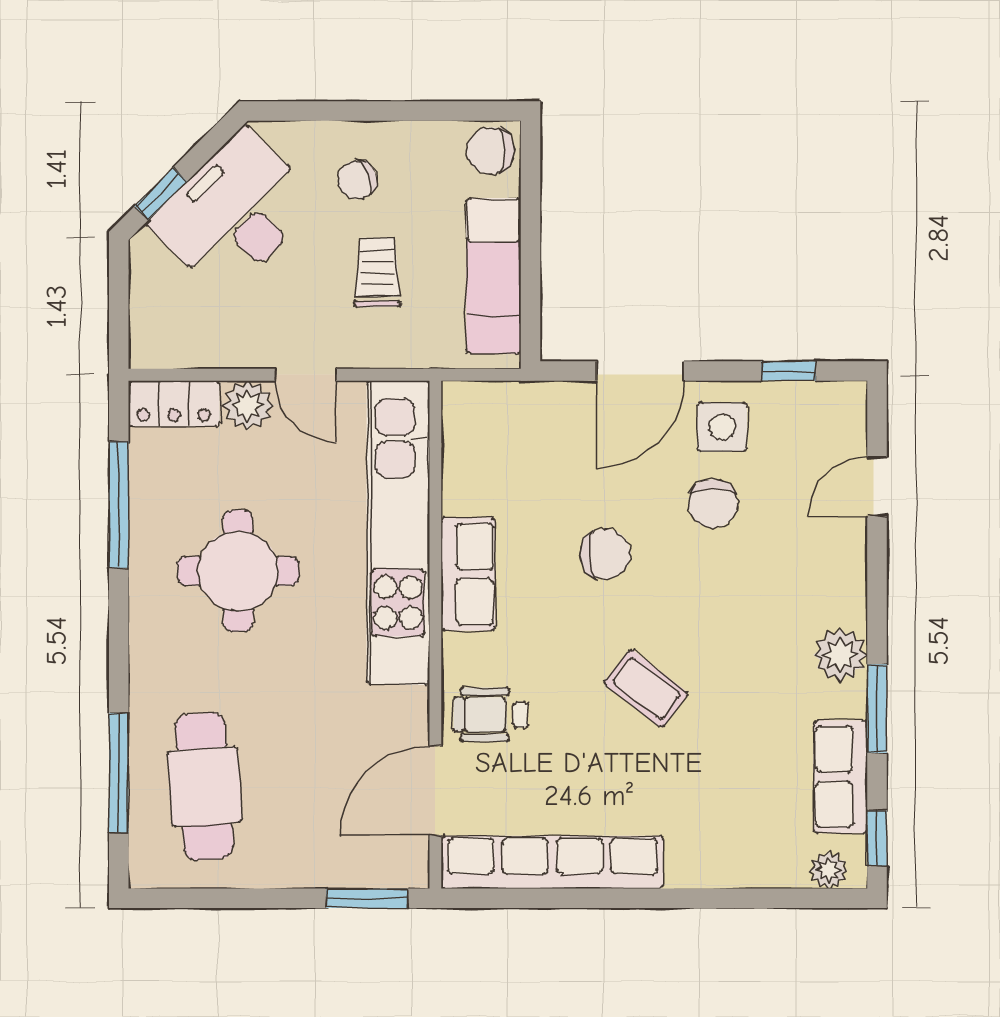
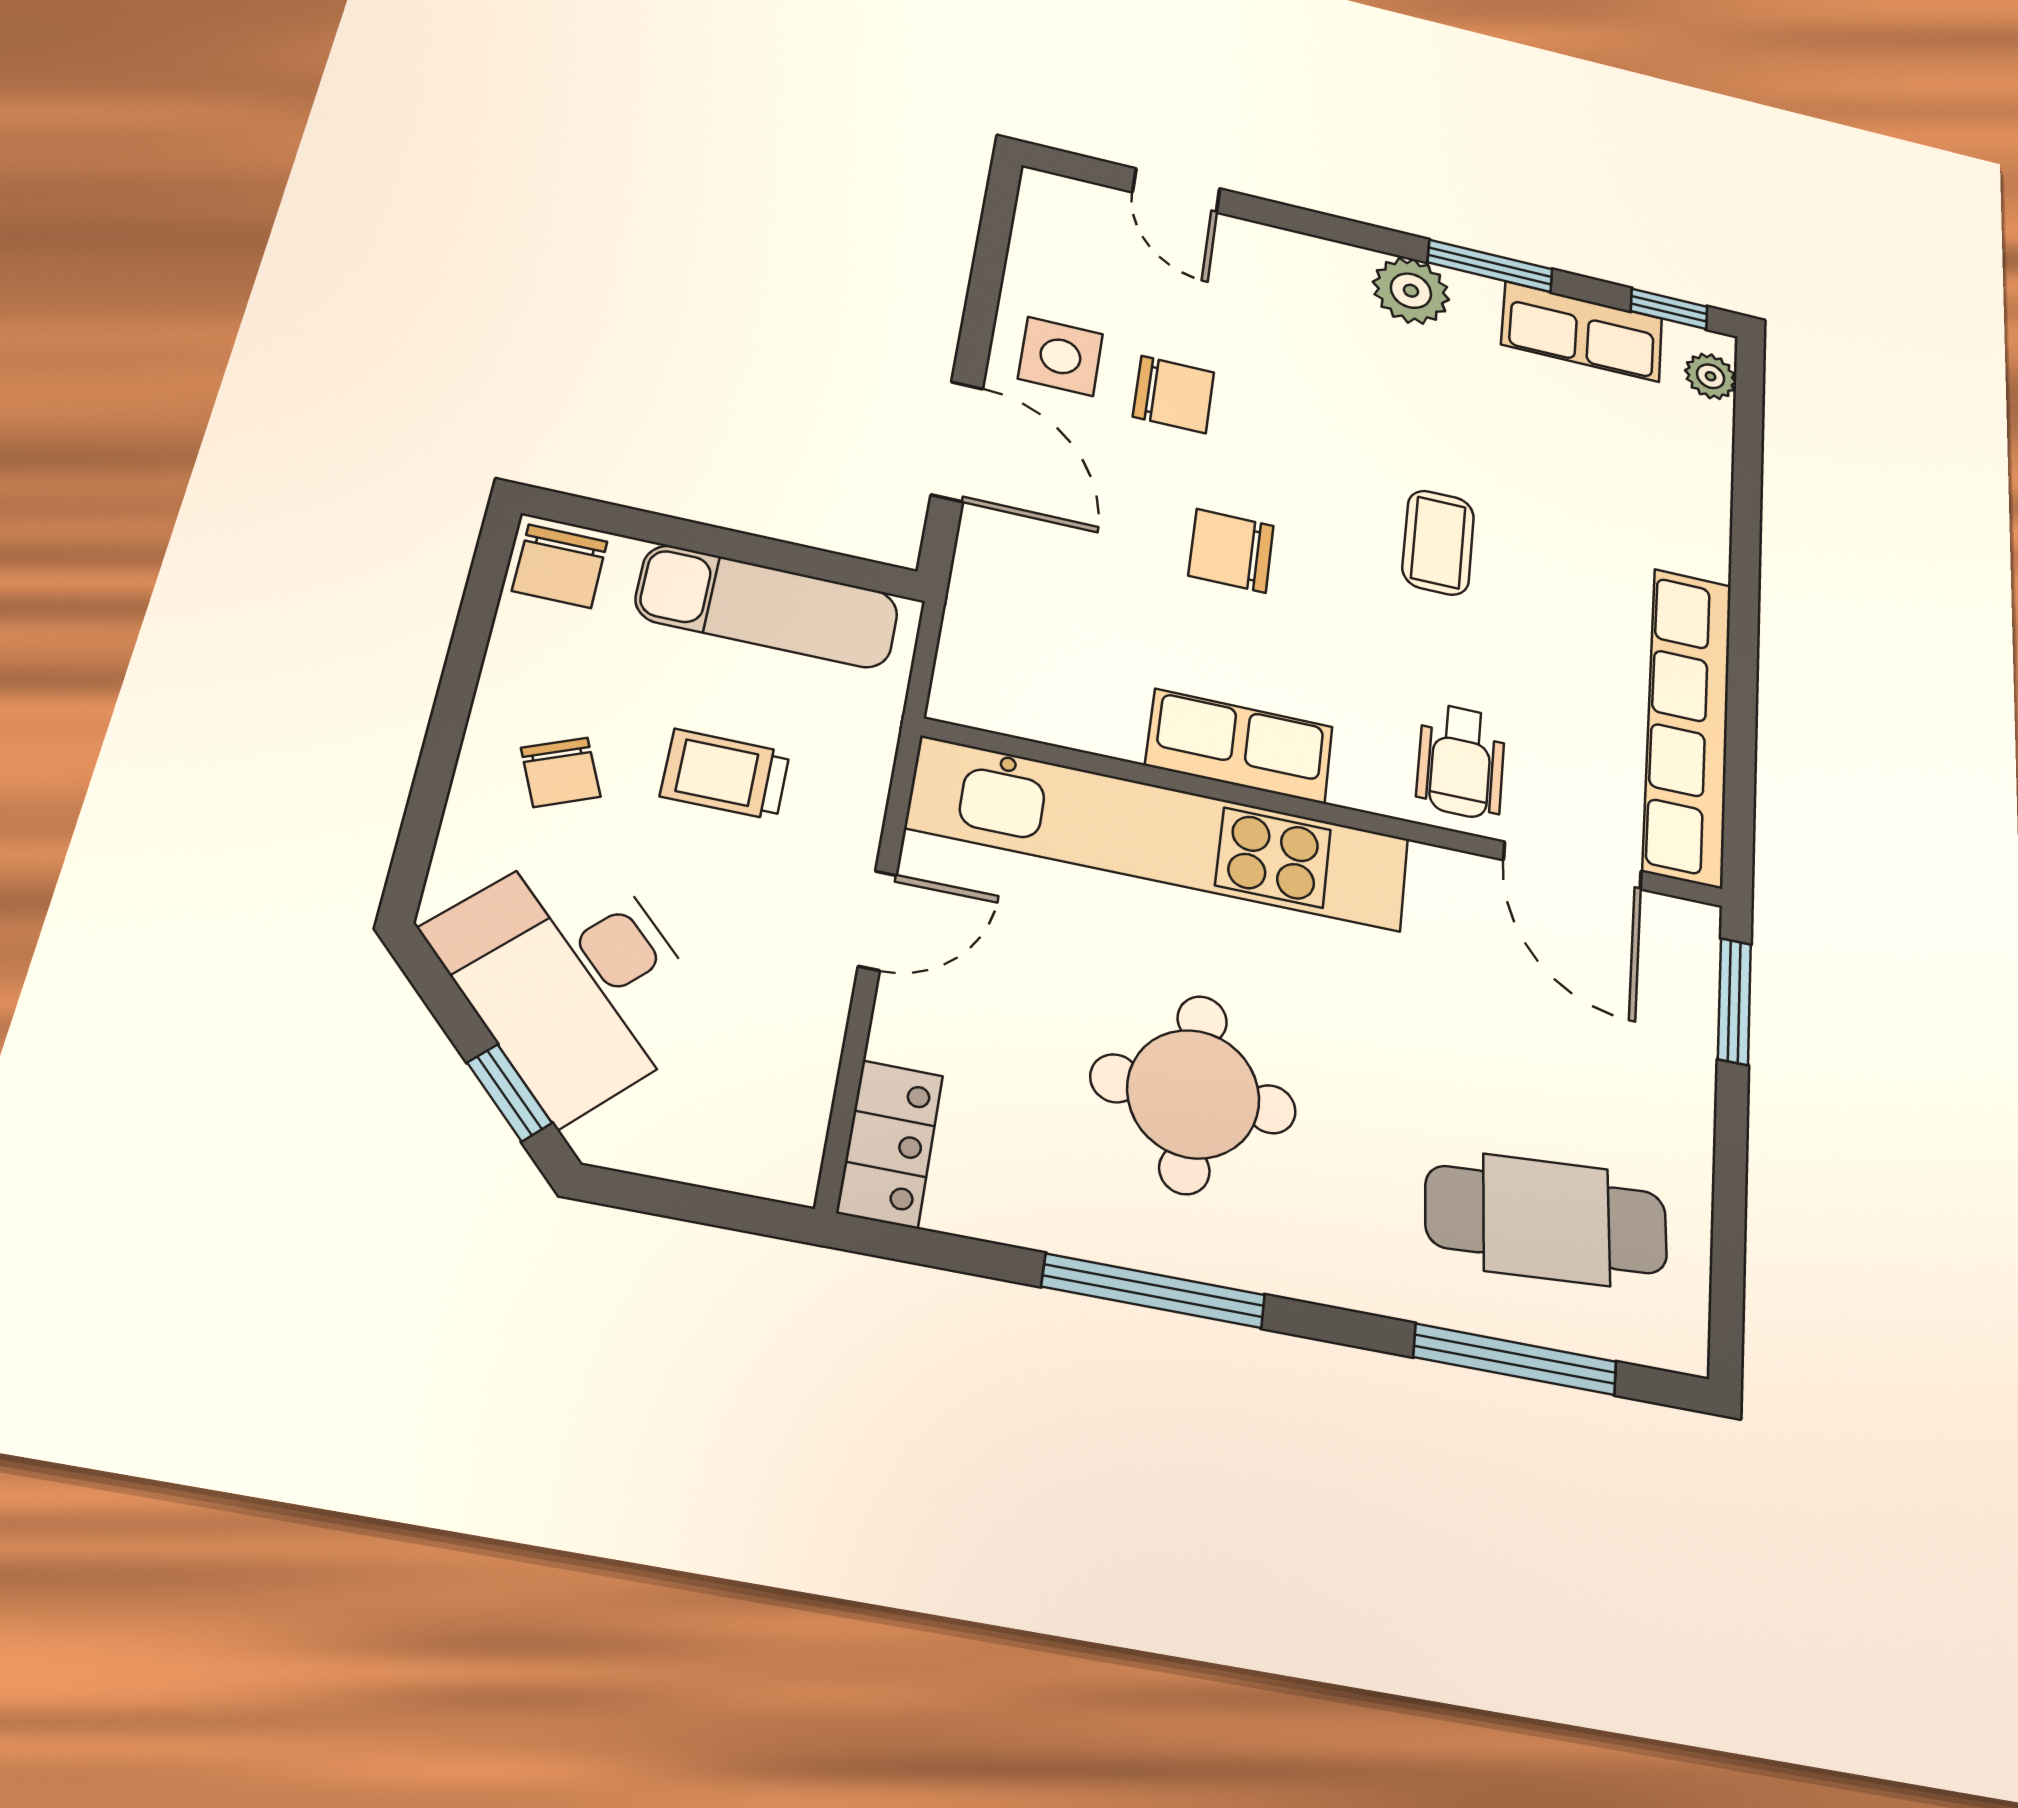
window: (788, 371) -> (991, 255), removed
plant: (248, 405) -> (914, 1022), removed
window: (119, 505) -> (1154, 1291), moved
chair: (605, 554) -> (1231, 551), turned -87
coffee table: (646, 688) -> (1438, 542), turned -38

